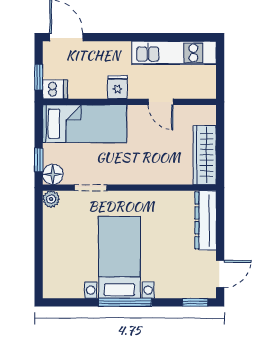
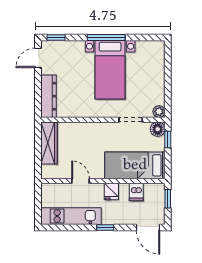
window: (126, 37) -> (105, 227), added
dishwasher: (55, 89) -> (136, 192), moved, turned -90

